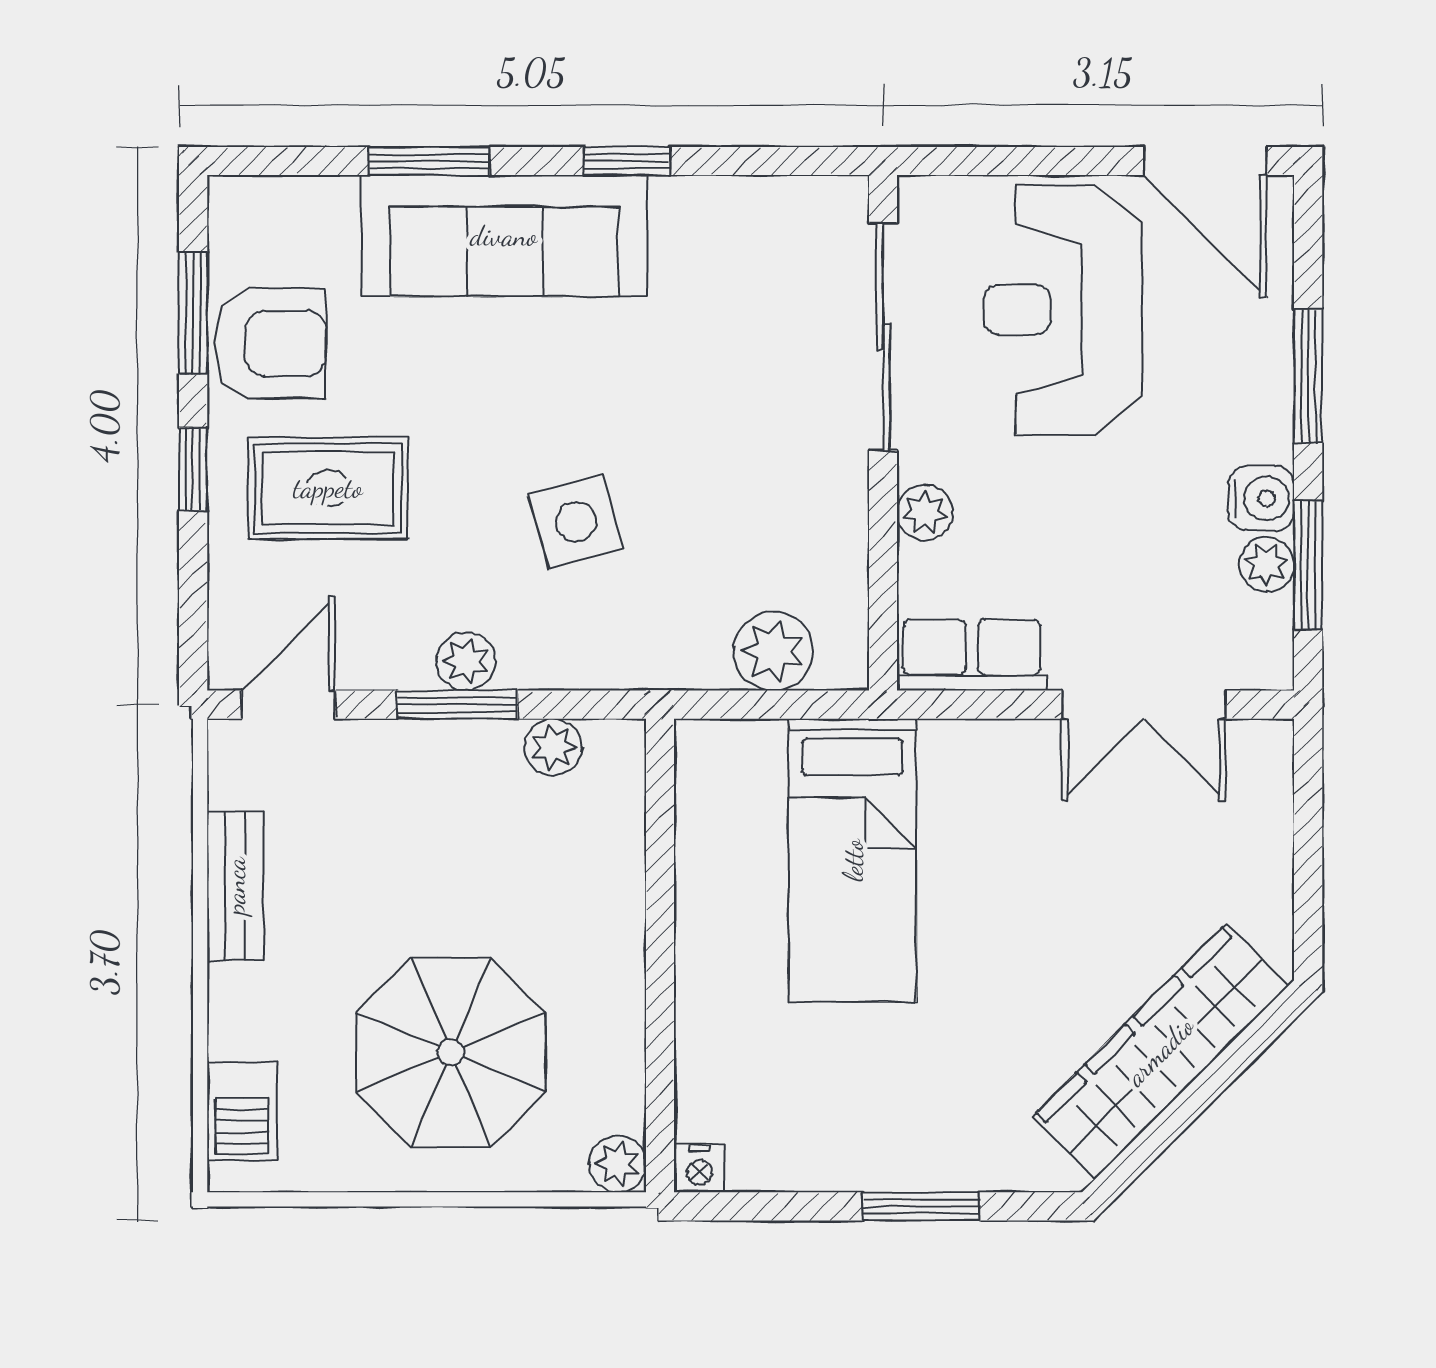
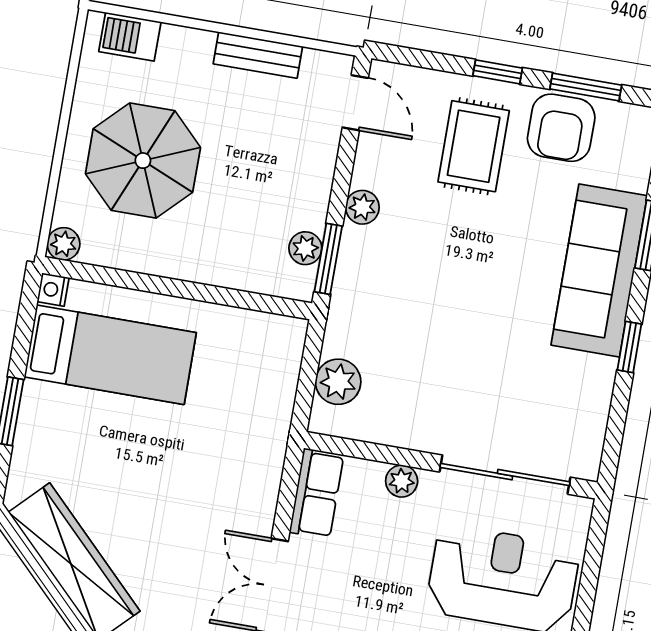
side table: (576, 522) -> (431, 283), removed
window: (457, 705) -> (328, 259), moved
bed: (853, 860) -> (110, 355), moved, turned 180

